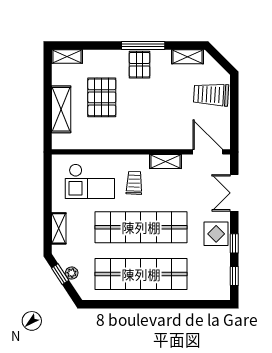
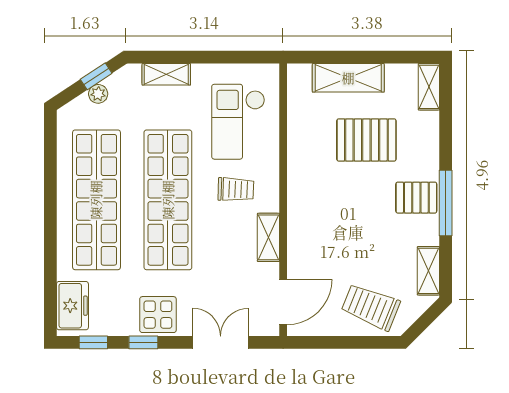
trolley: (211, 95) -> (371, 307), turned -71
freezer: (210, 290) -> (72, 306), added

